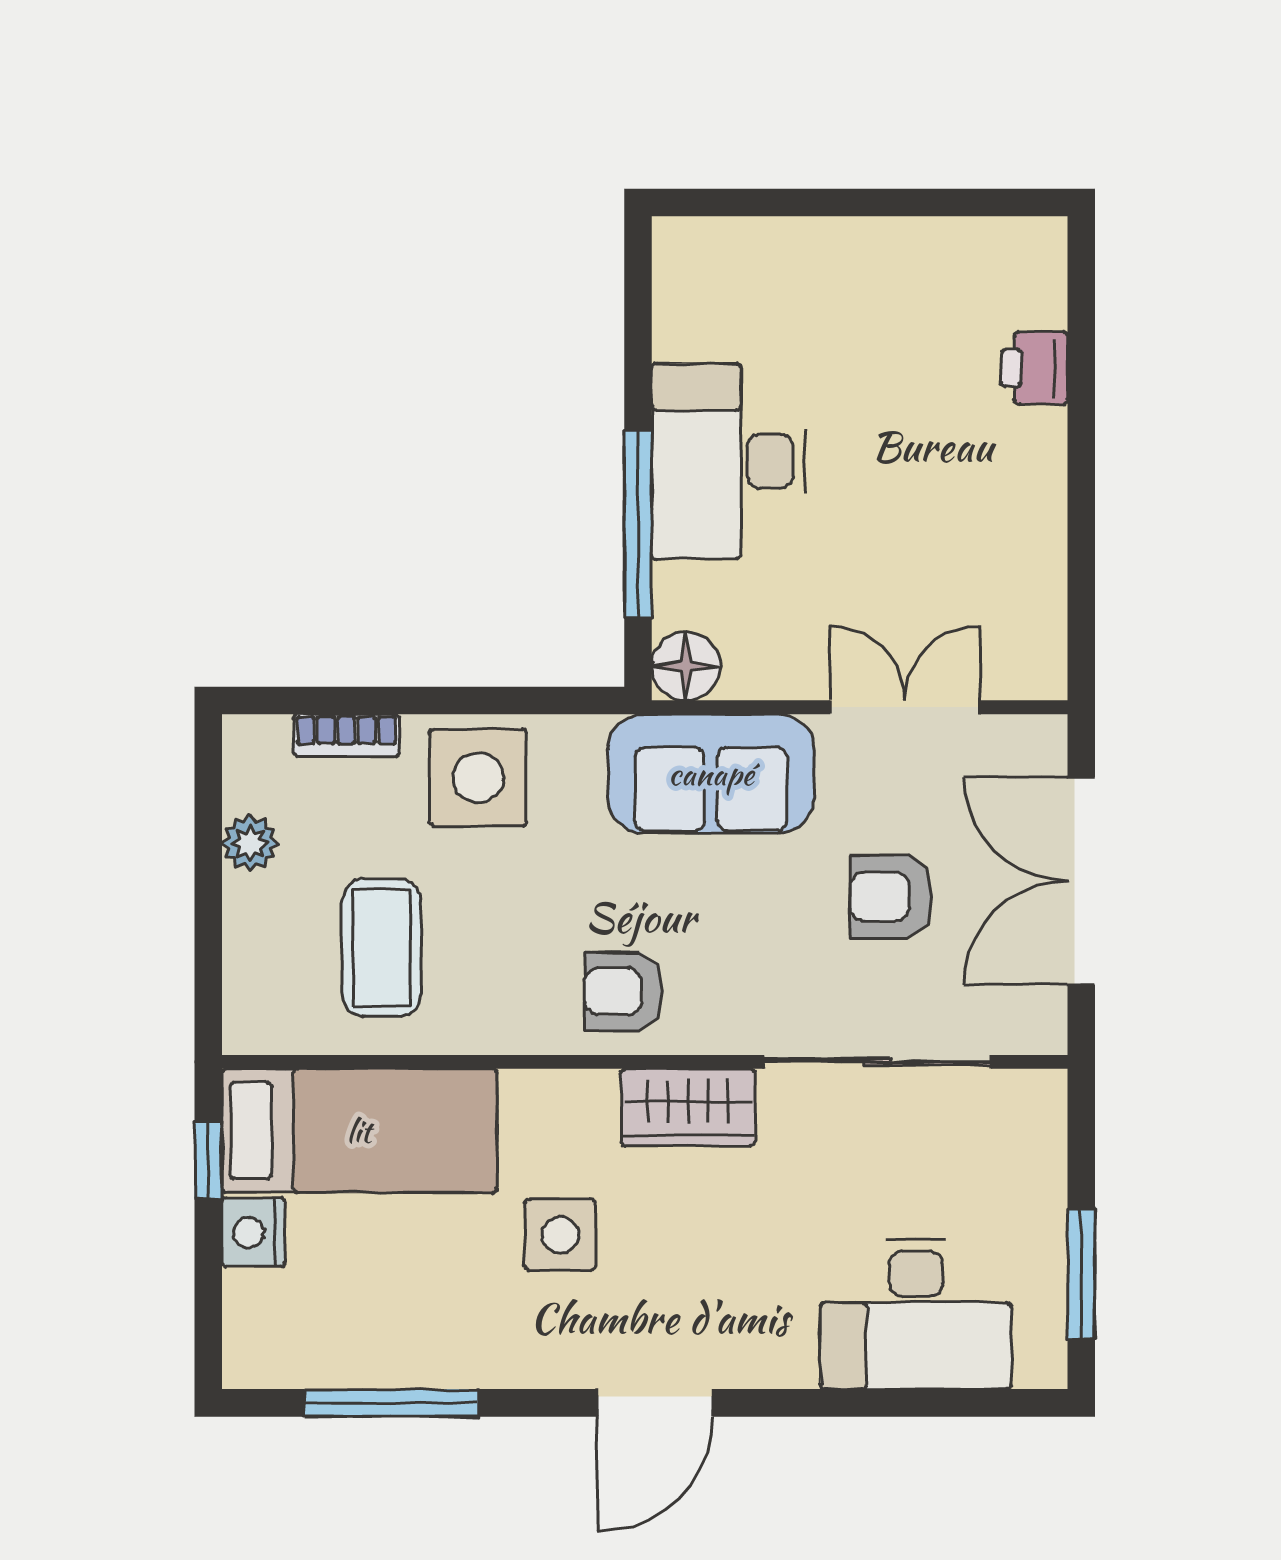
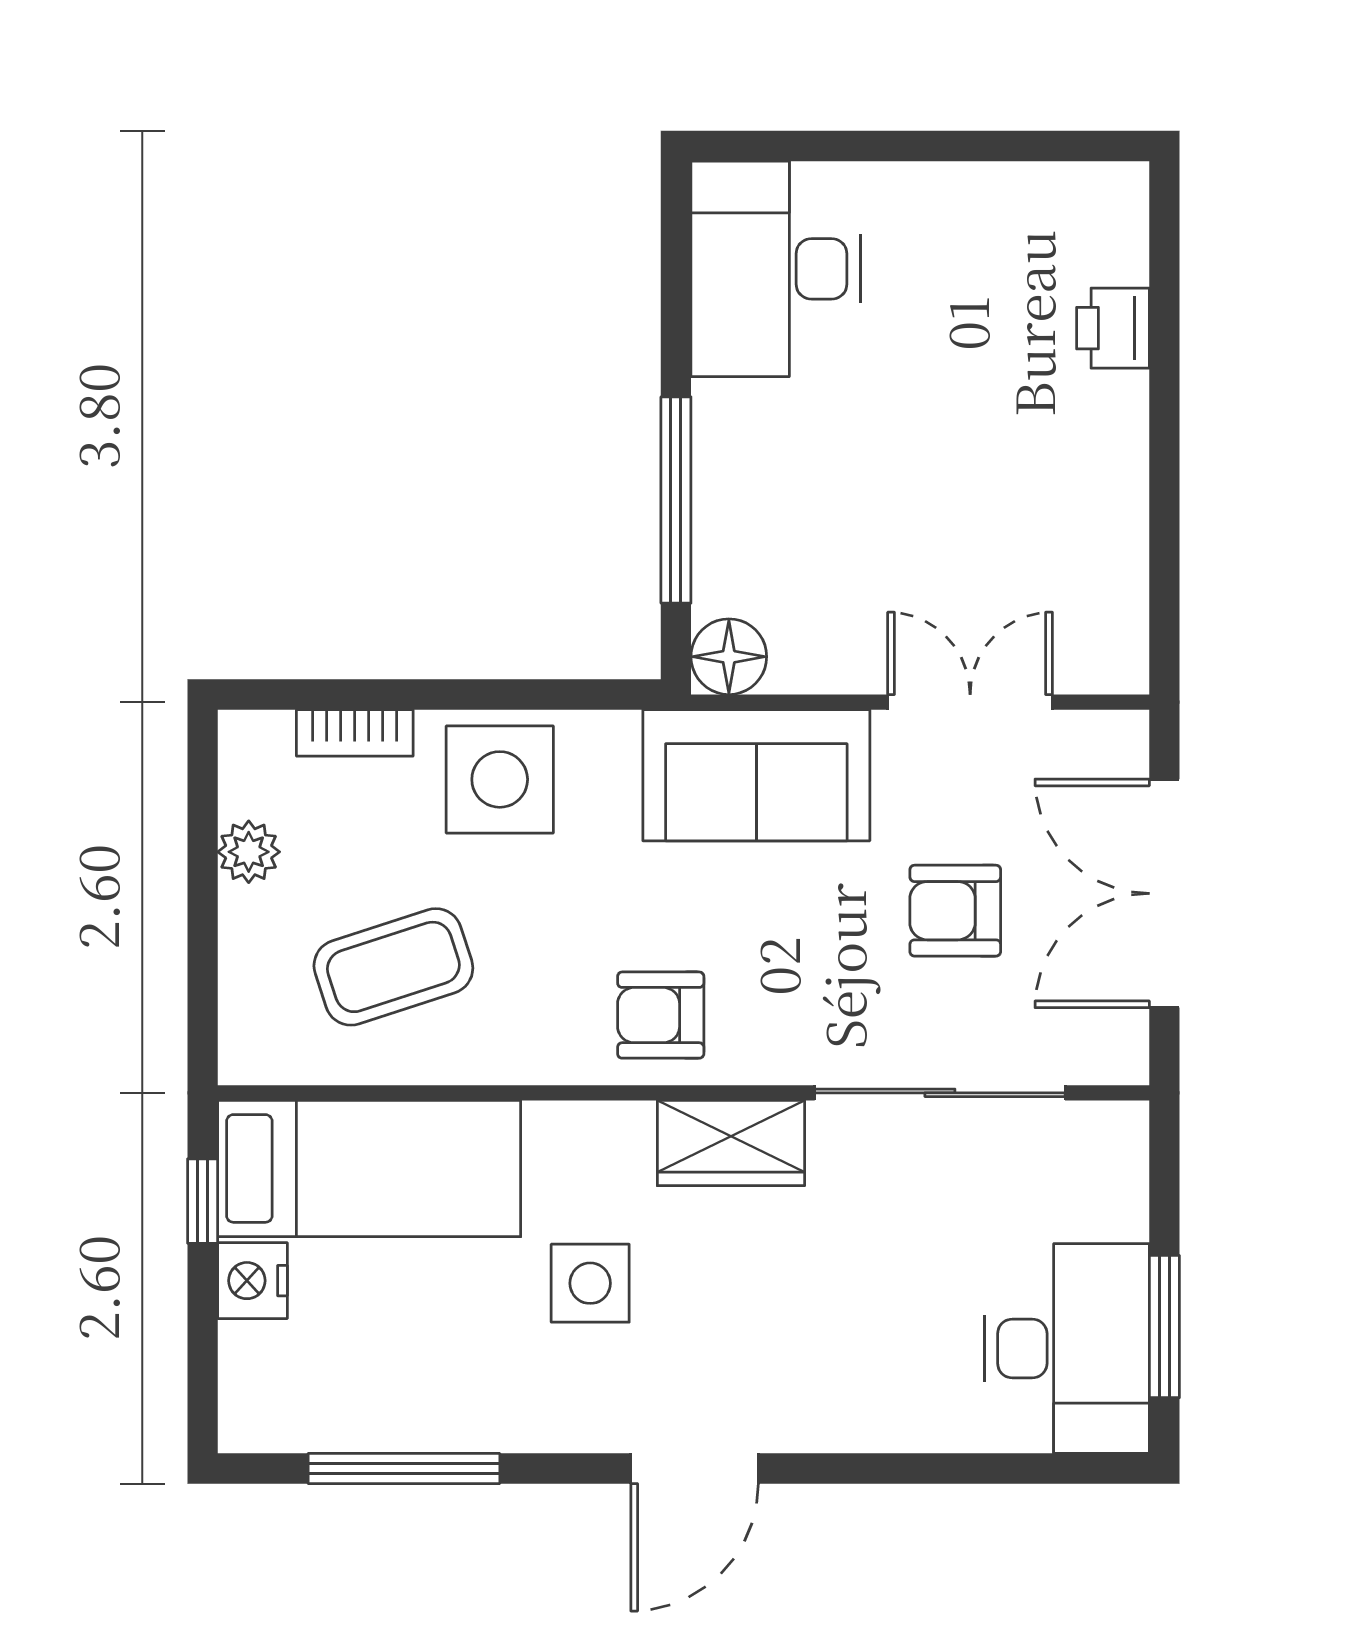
desk: (729, 461) -> (776, 269), moved
coffee table: (382, 948) -> (393, 967), turned 72
desk: (916, 1314) -> (1067, 1349), moved, turned -90

